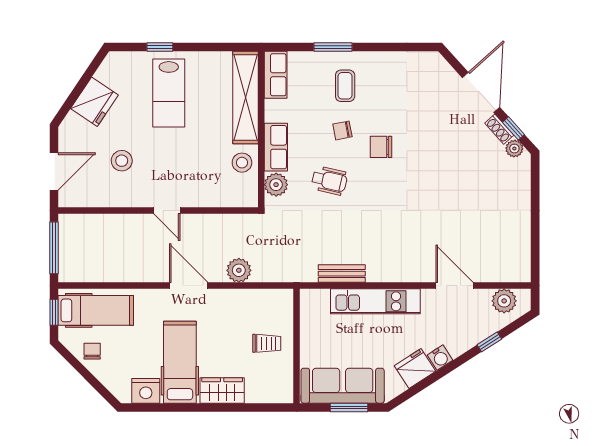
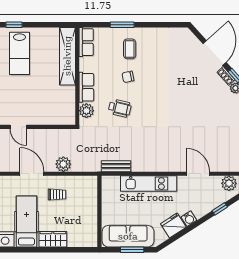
chair: (381, 147) -> (152, 87), removed
stool: (242, 163) -> (65, 97), removed
bench: (342, 274) -> (116, 166), moved
trolley: (267, 343) -> (57, 194), moved

